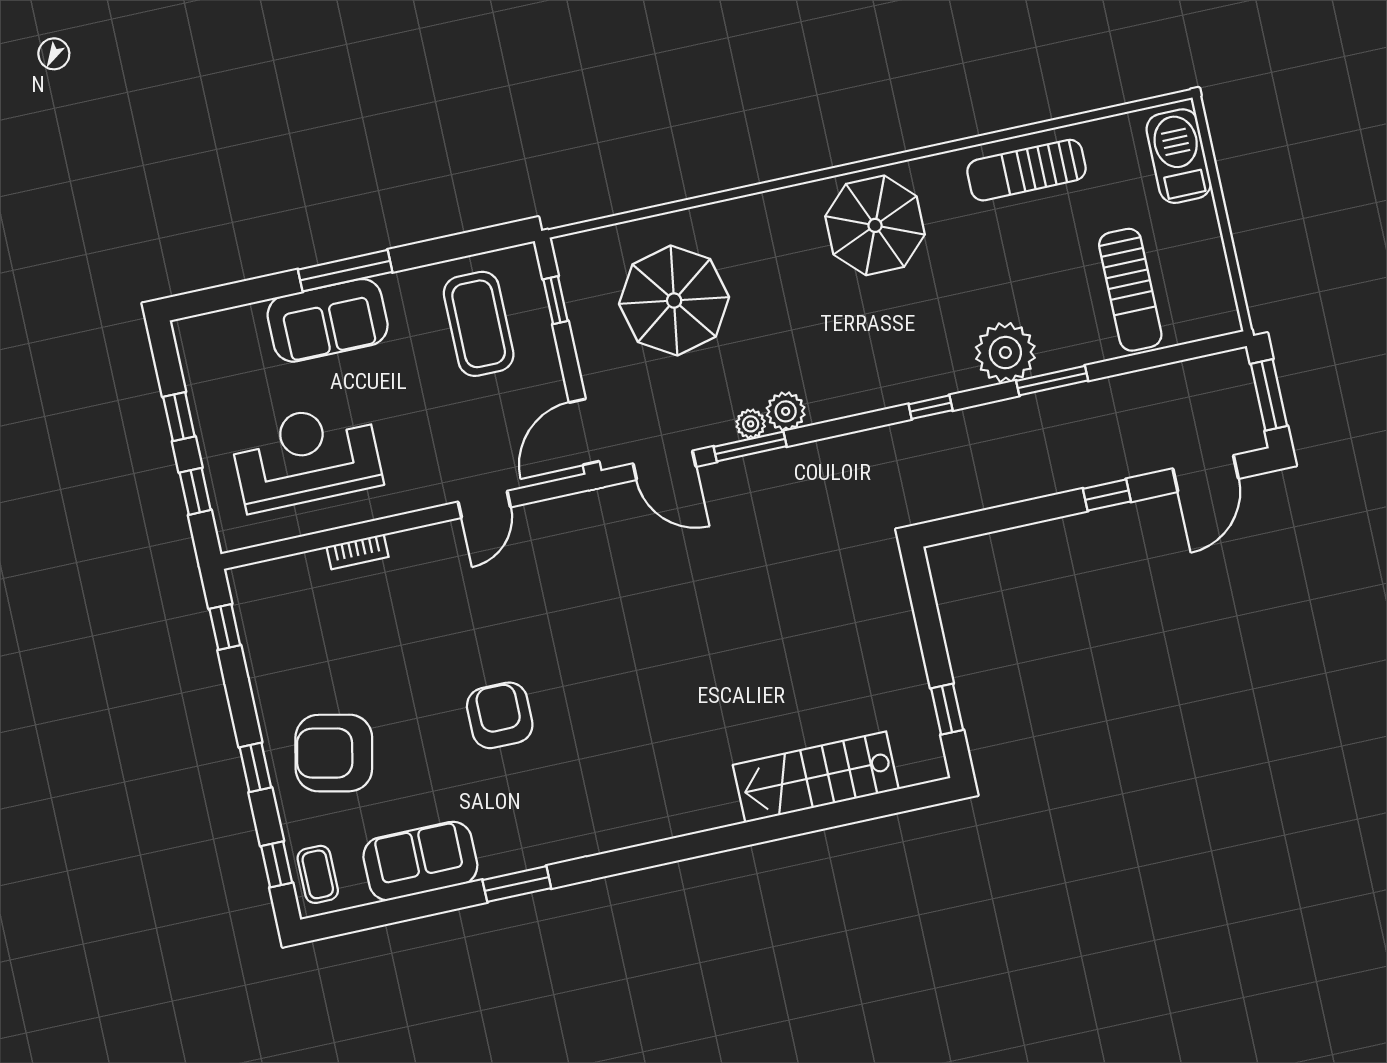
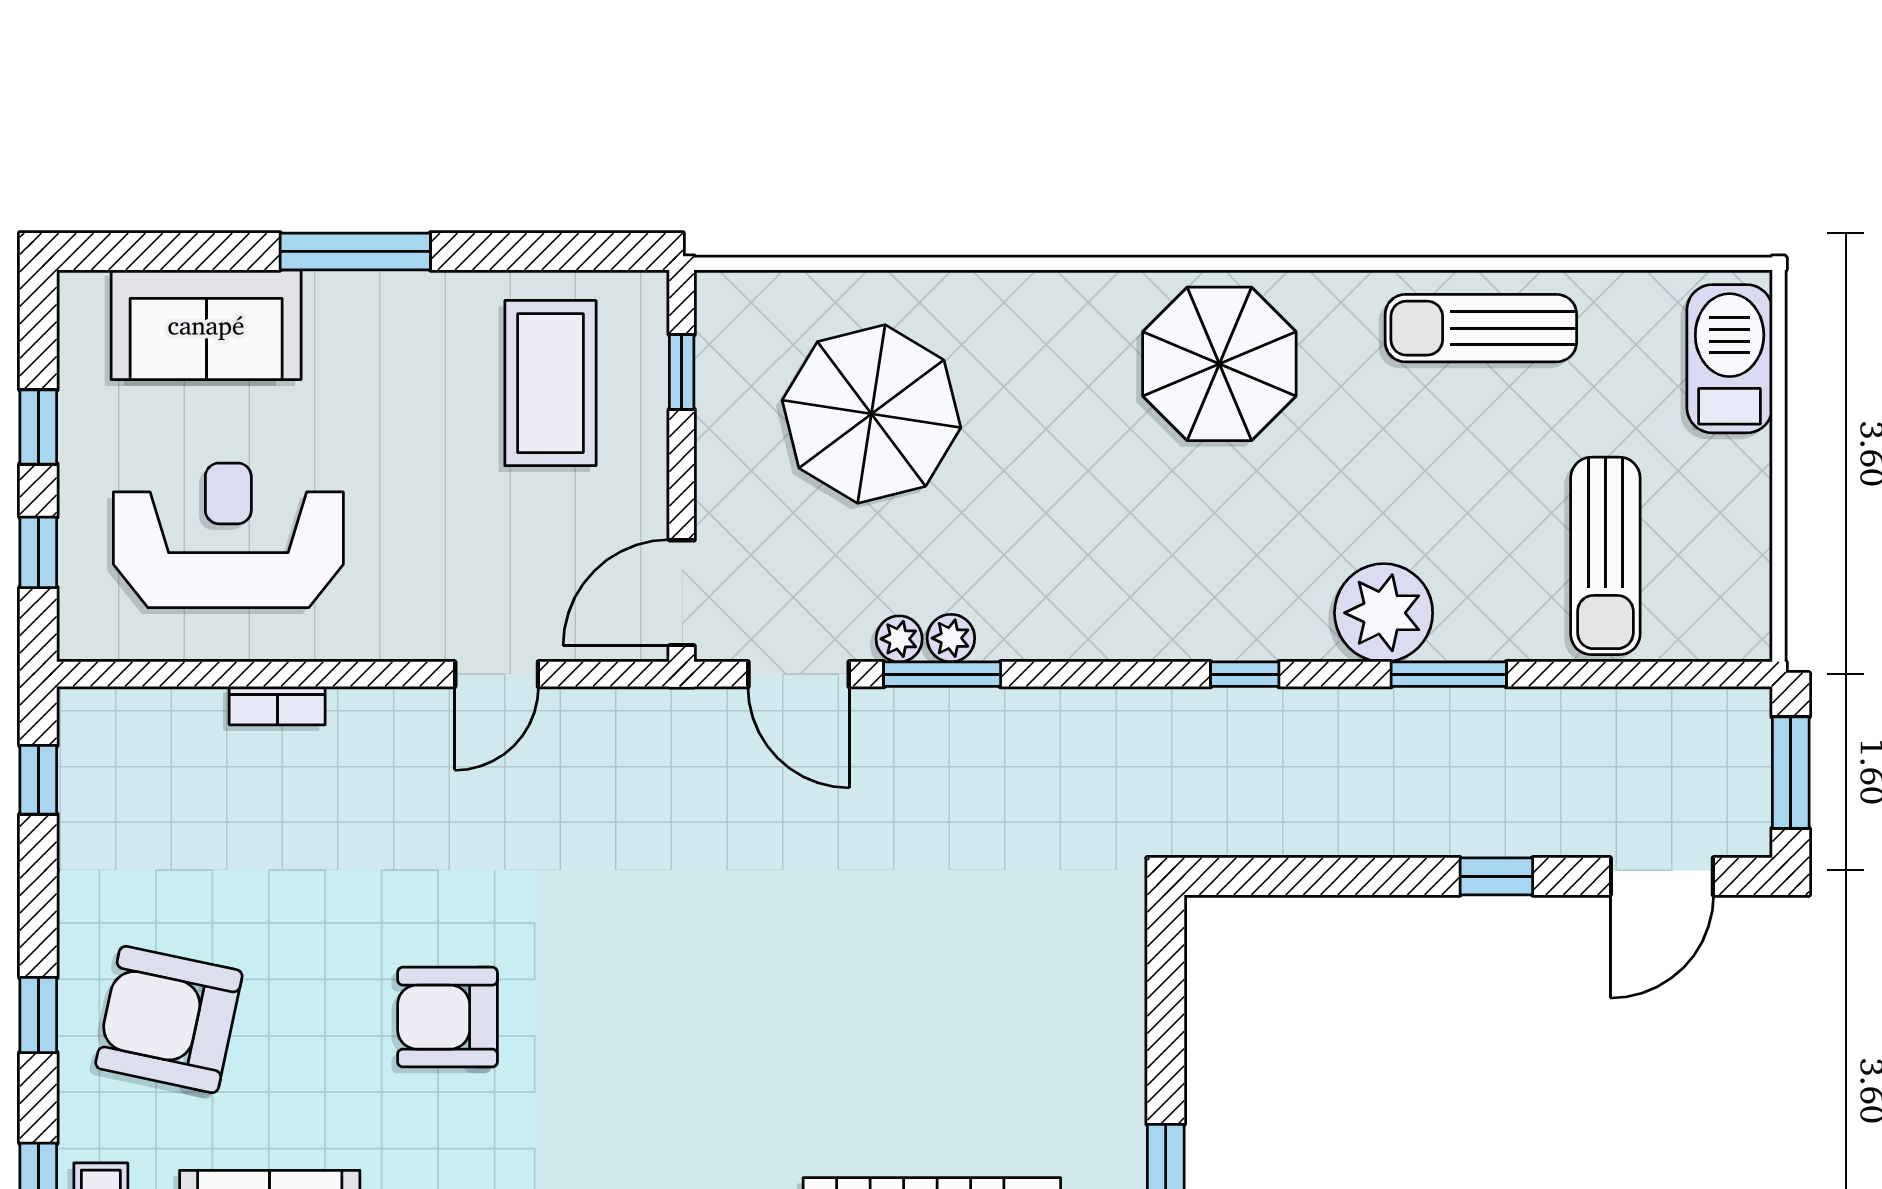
sofa: (328, 320) -> (206, 325), moved
plant: (786, 411) -> (899, 639), moved, width x0.73, depth x0.73
armchair: (500, 715) -> (448, 1017), turned -90

